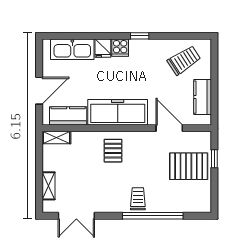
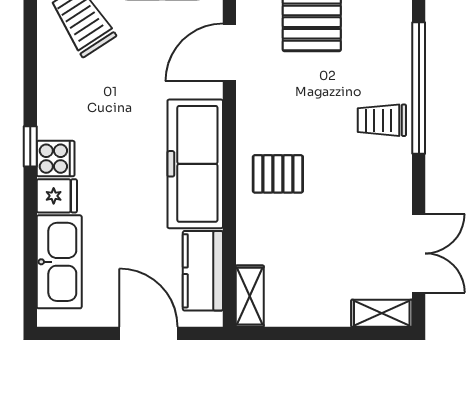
window: (140, 36) -> (30, 146), moved
shelving: (49, 186) -> (382, 313), moved

